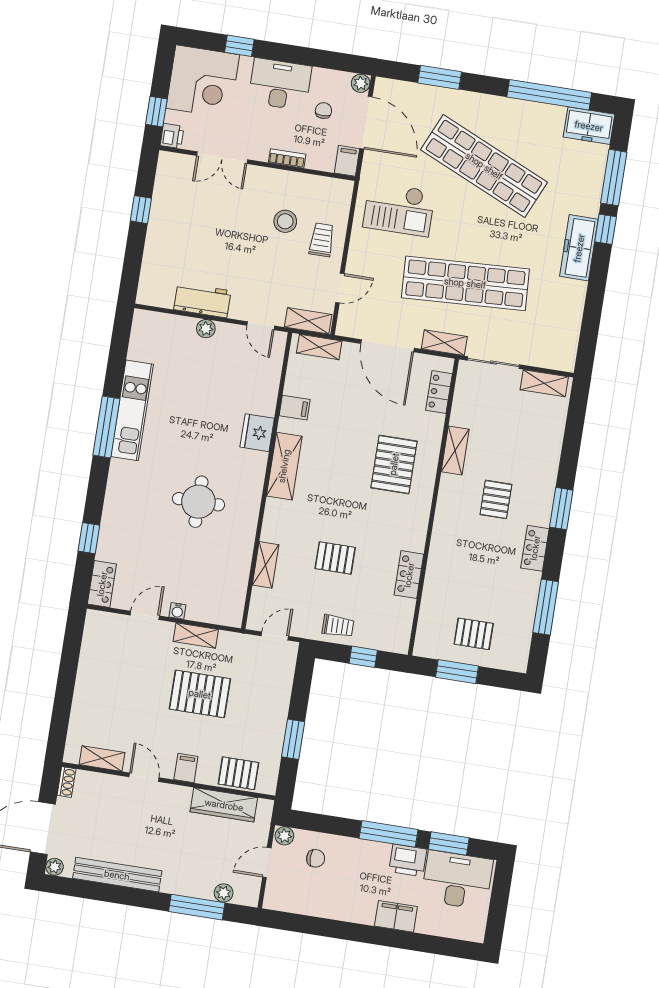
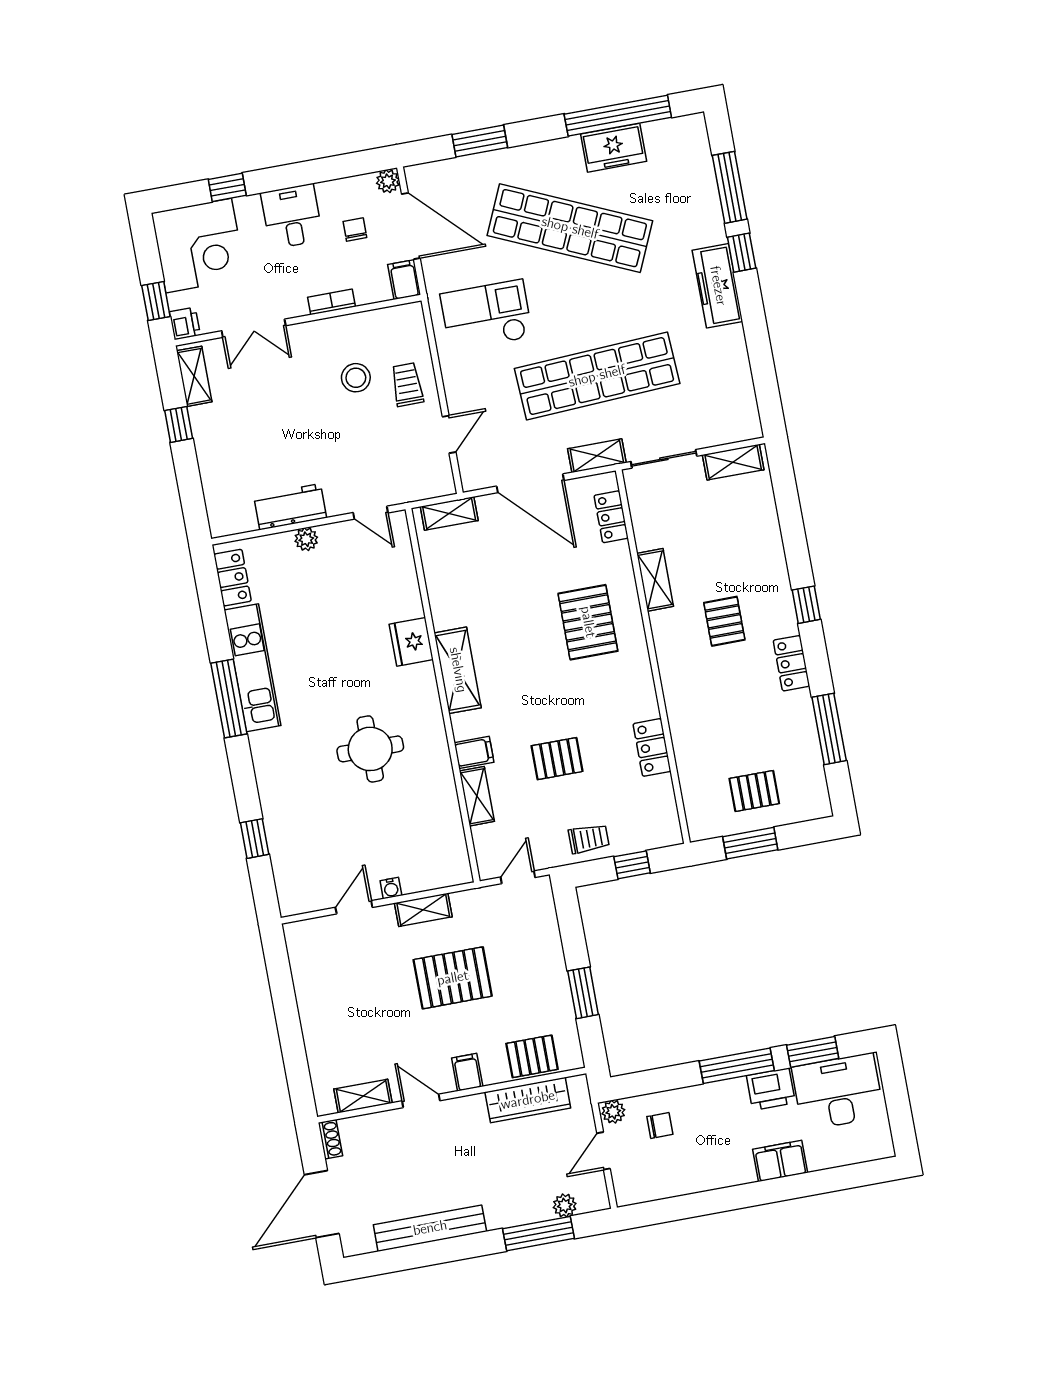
desk: (280, 84) -> (292, 216), width x0.73
freezer: (589, 126) -> (614, 148), moved
checkout: (399, 209) -> (486, 315), turned 180
shelving: (308, 321) -> (194, 376), moved, turned 90
filing cabinet: (295, 408) -> (474, 752), moved
window: (561, 509) -> (806, 605), width x0.67
locker: (102, 584) -> (233, 578), moved
plant: (55, 867) -> (352, 1245), removed

